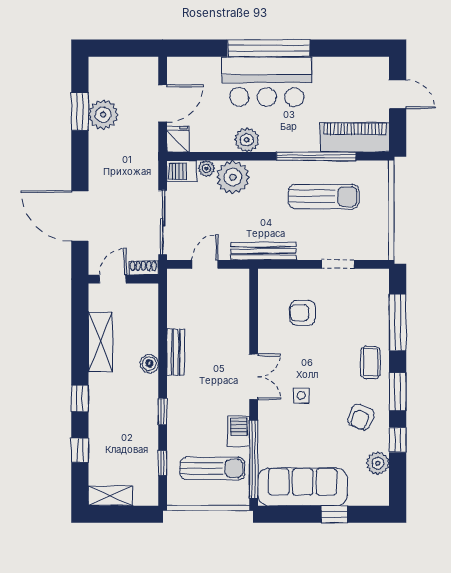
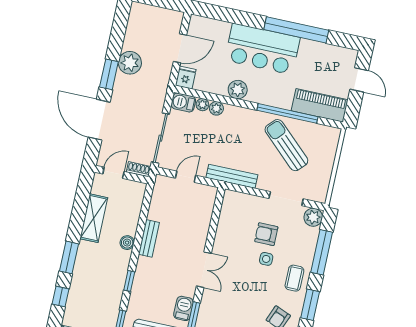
window: (269, 48) -> (296, 30), moved
window: (80, 112) -> (109, 74), moved
plant: (103, 115) -> (130, 63), moved
plant: (233, 177) -> (216, 108), width x0.53, depth x0.53
sun lounger: (324, 197) -> (286, 145), turned -137
doorway: (338, 264) -> (286, 199), width x1.38
plant: (377, 280) -> (313, 217), added
armchair: (303, 313) -> (266, 234), moved
side table: (301, 395) -> (266, 259), moved
window: (80, 398) -> (69, 257), width x1.50

